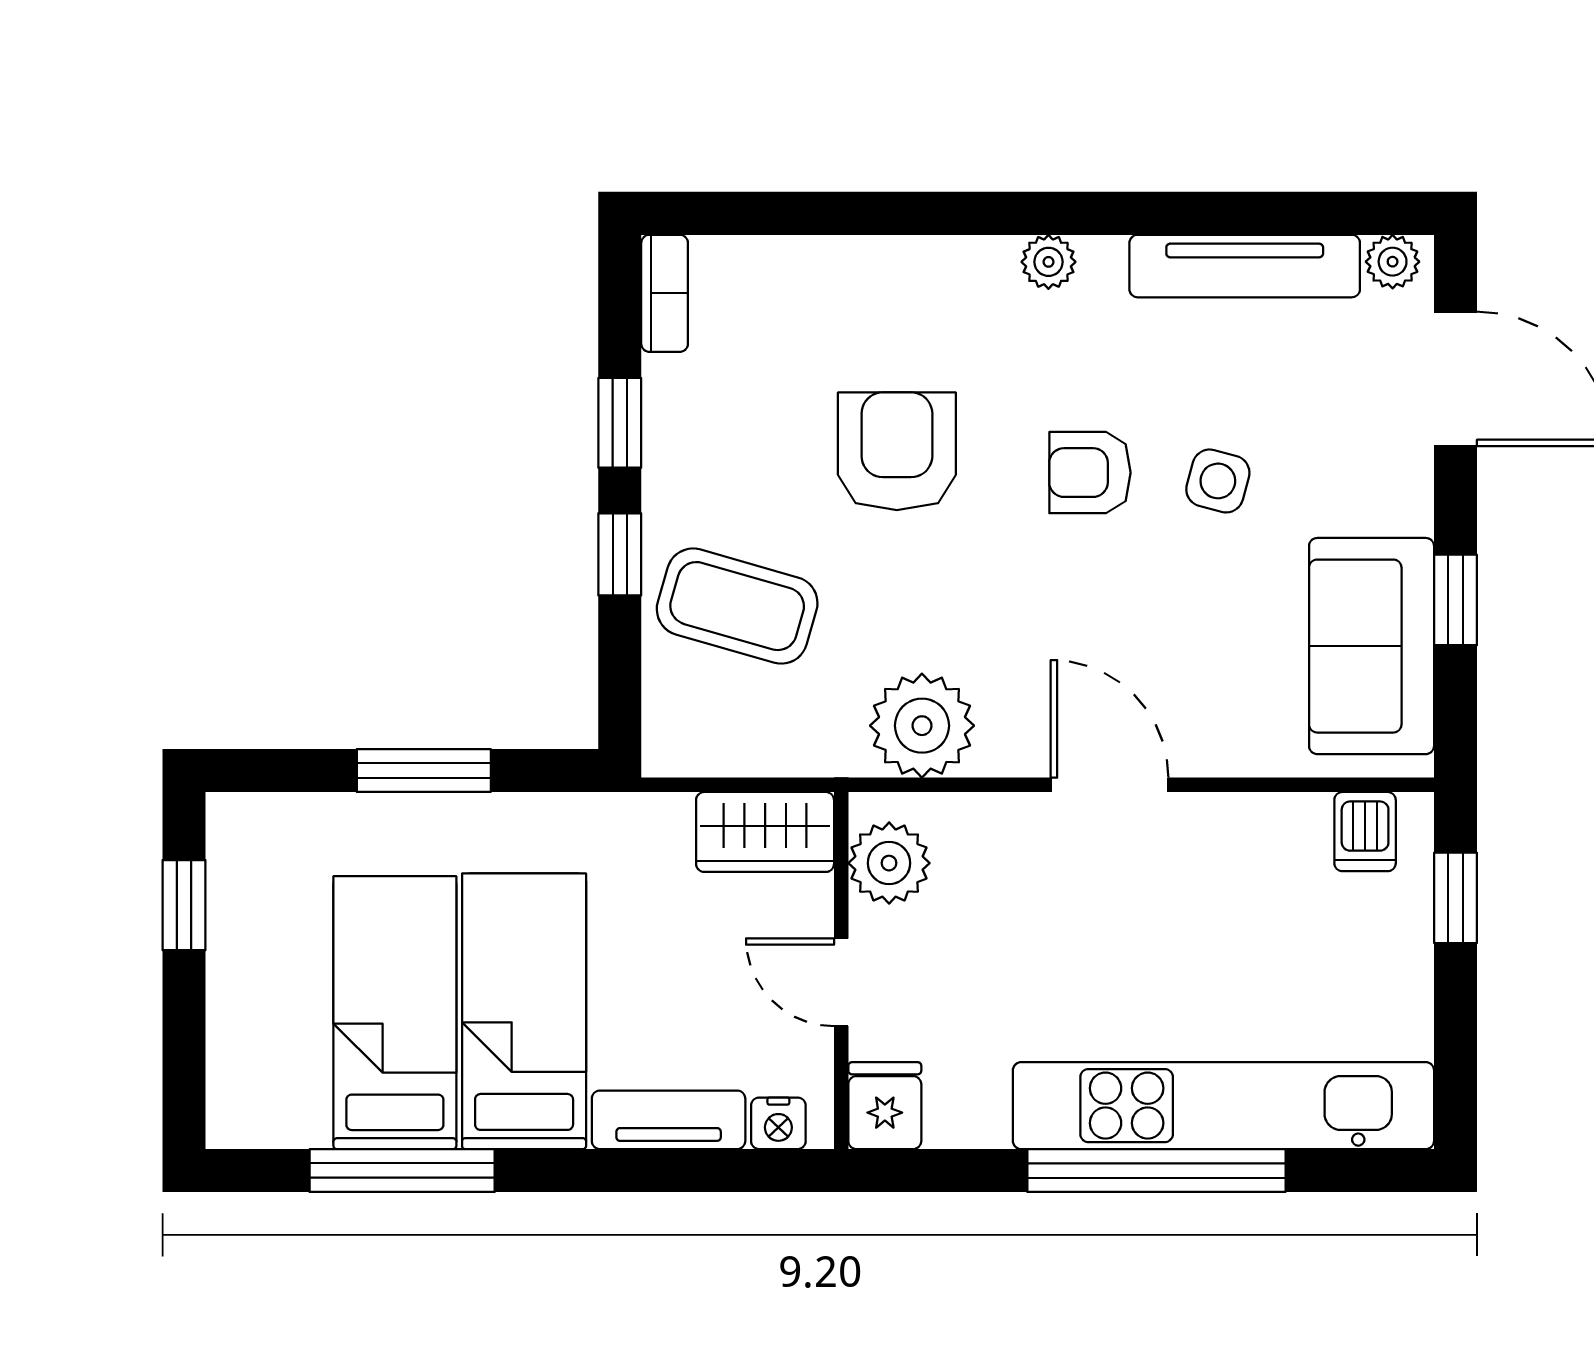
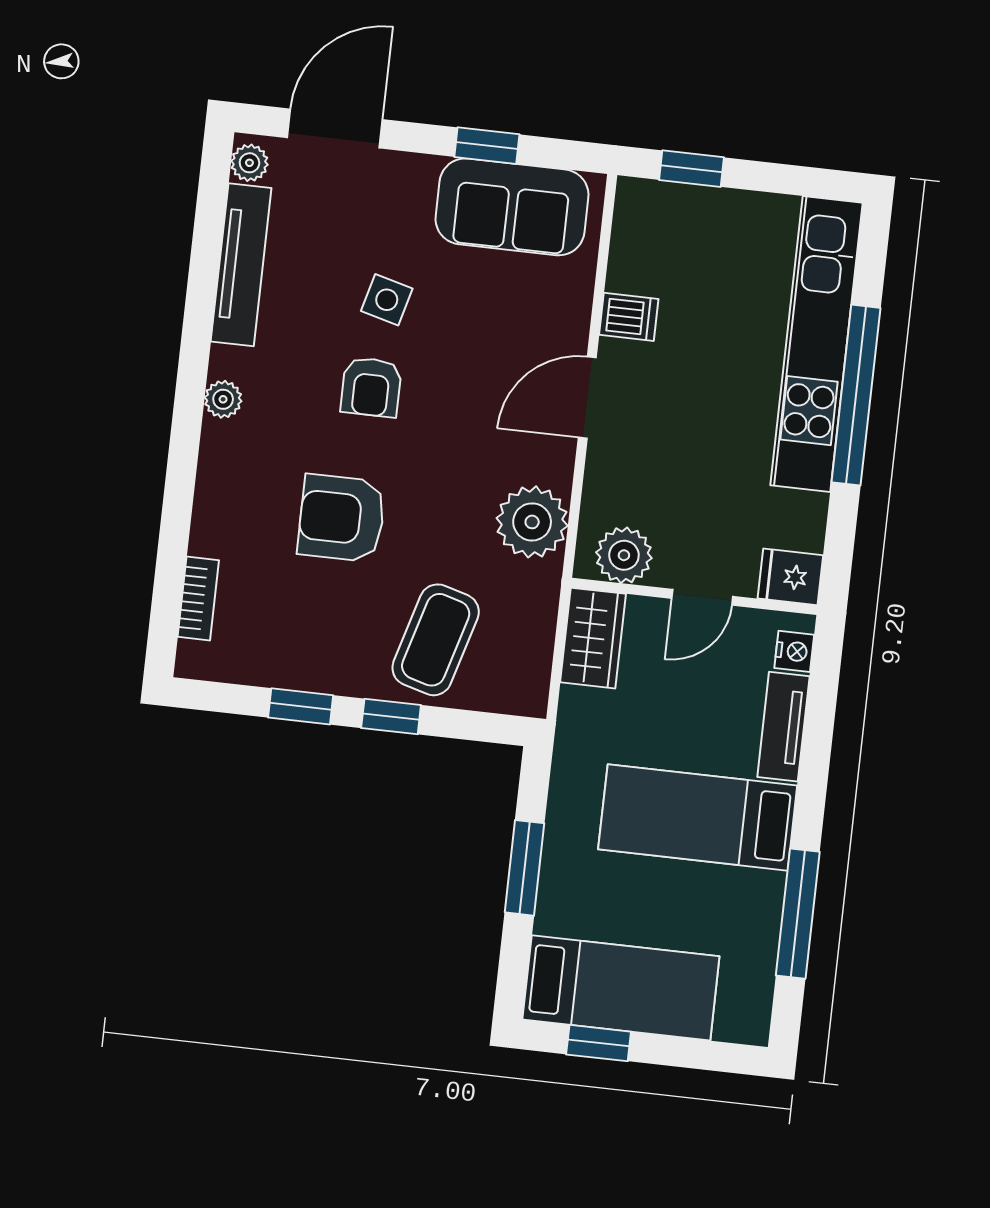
bookcase: (665, 293) -> (198, 599), moved, turned 90
dishwasher: (1365, 832) -> (629, 317), moved
bed: (395, 1013) -> (621, 988), moved, turned 180

